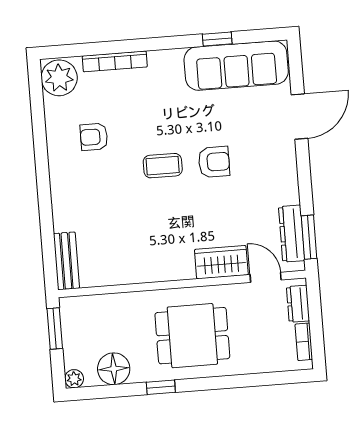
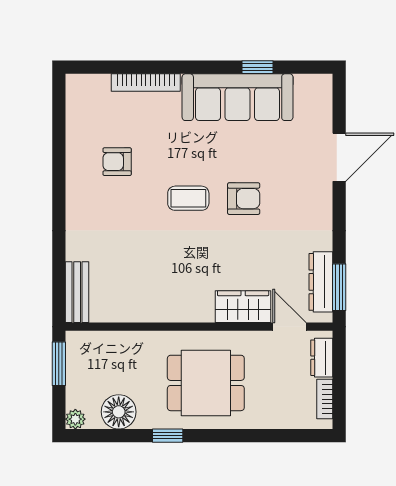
sofa: (236, 66) -> (238, 97), moved
plant: (59, 78) -> (85, 95), removed

